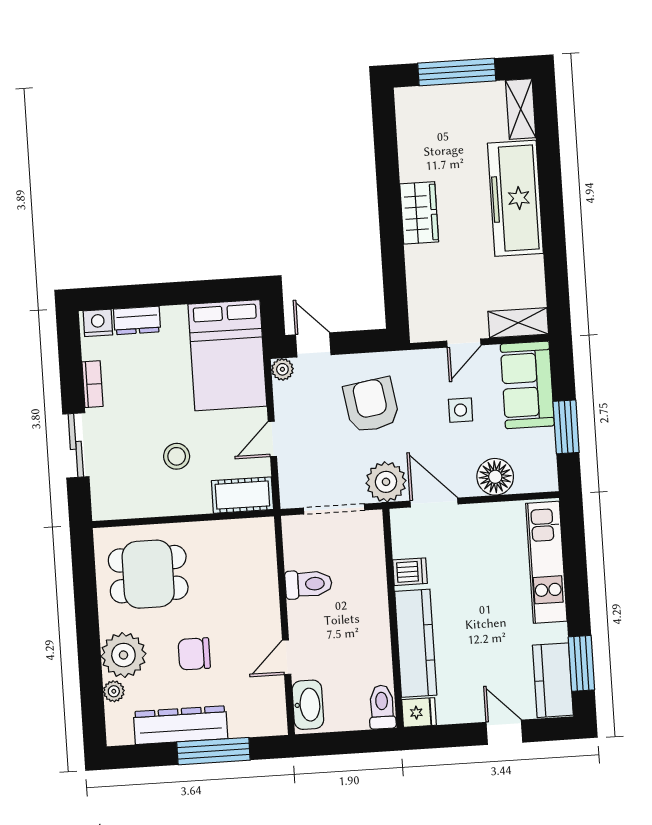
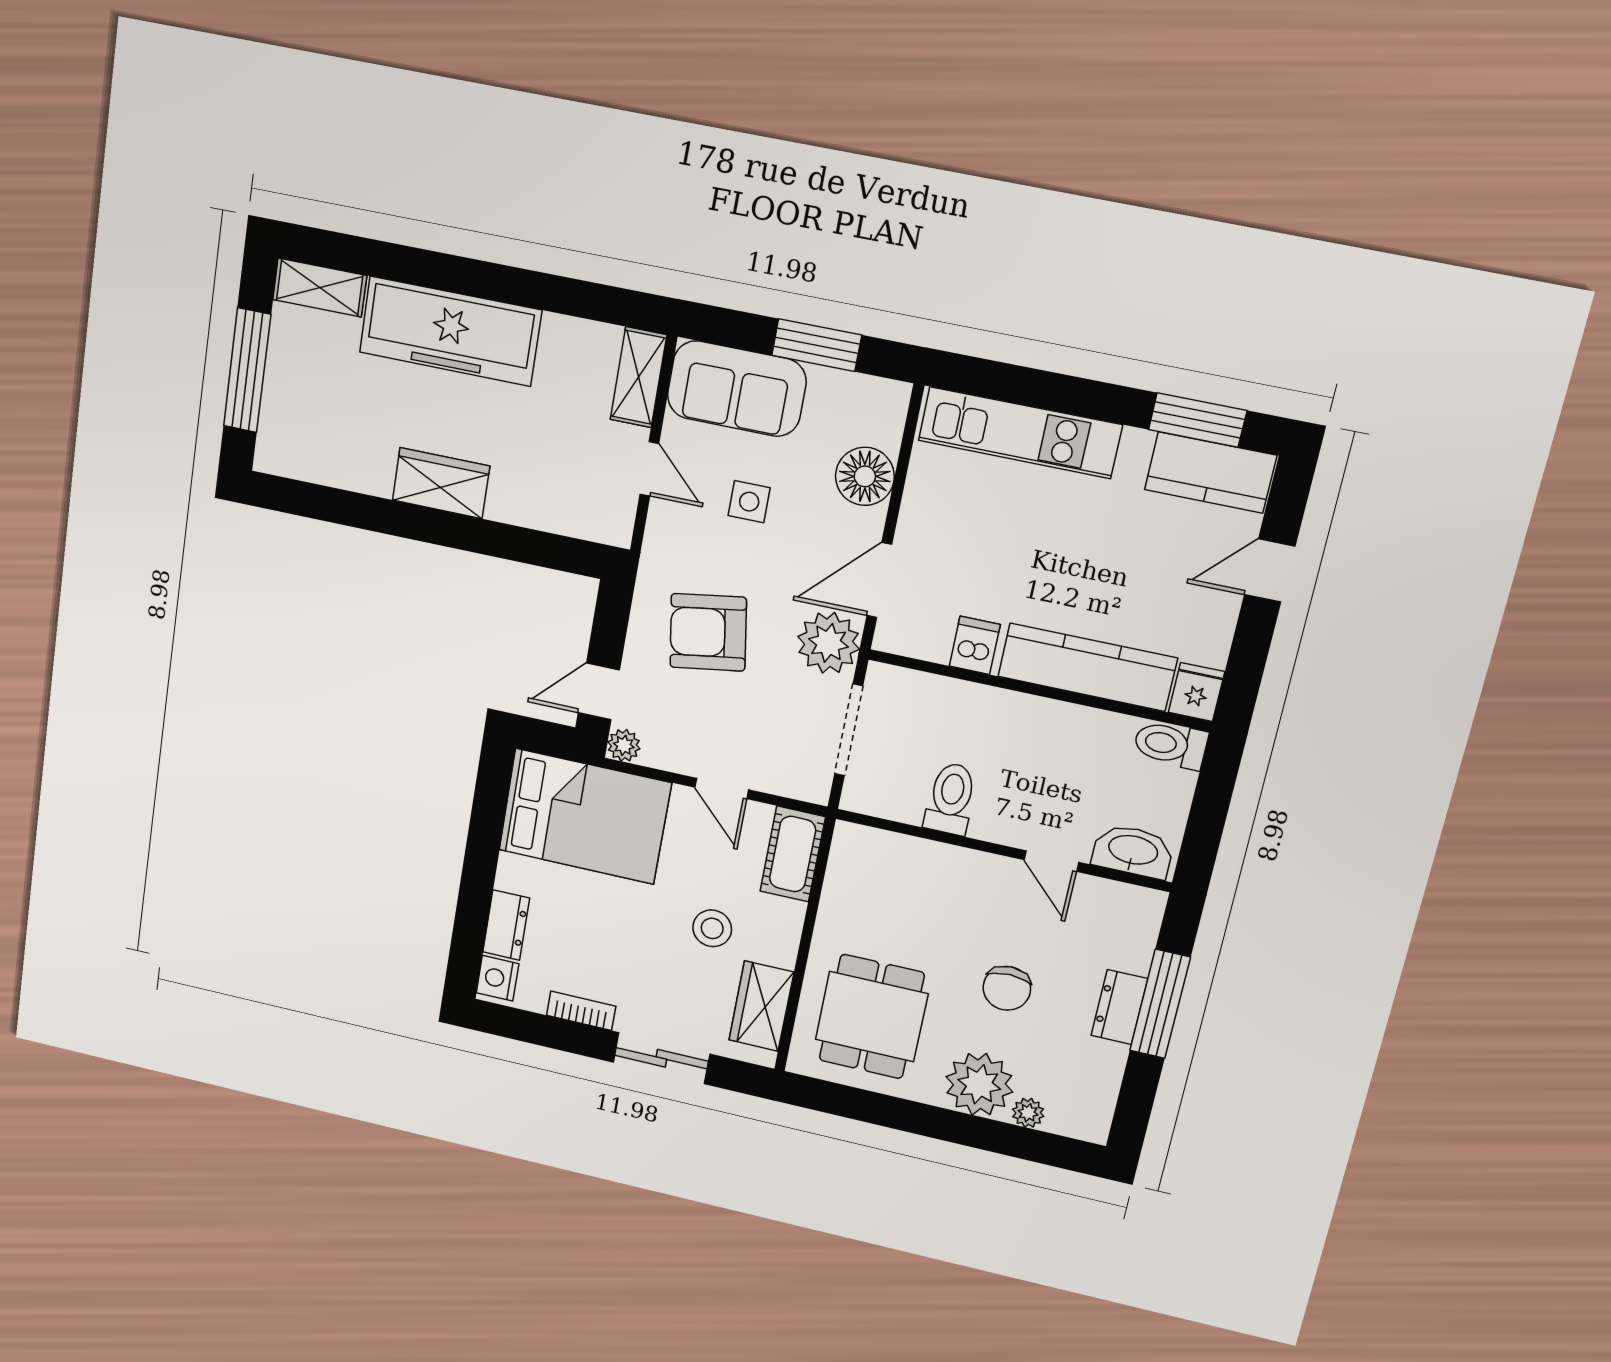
wardrobe: (133, 502) -> (761, 1006), added
dresser: (181, 725) -> (1119, 1007), width x0.51, depth x0.80

